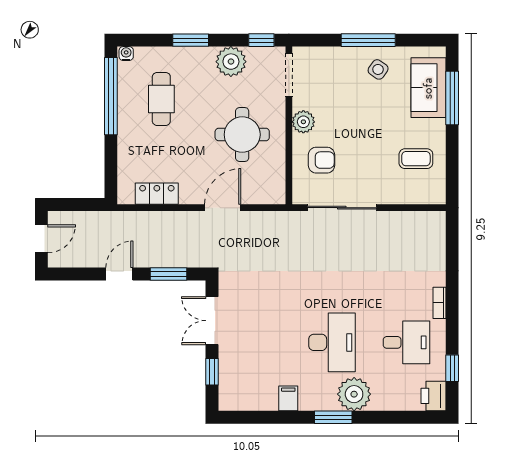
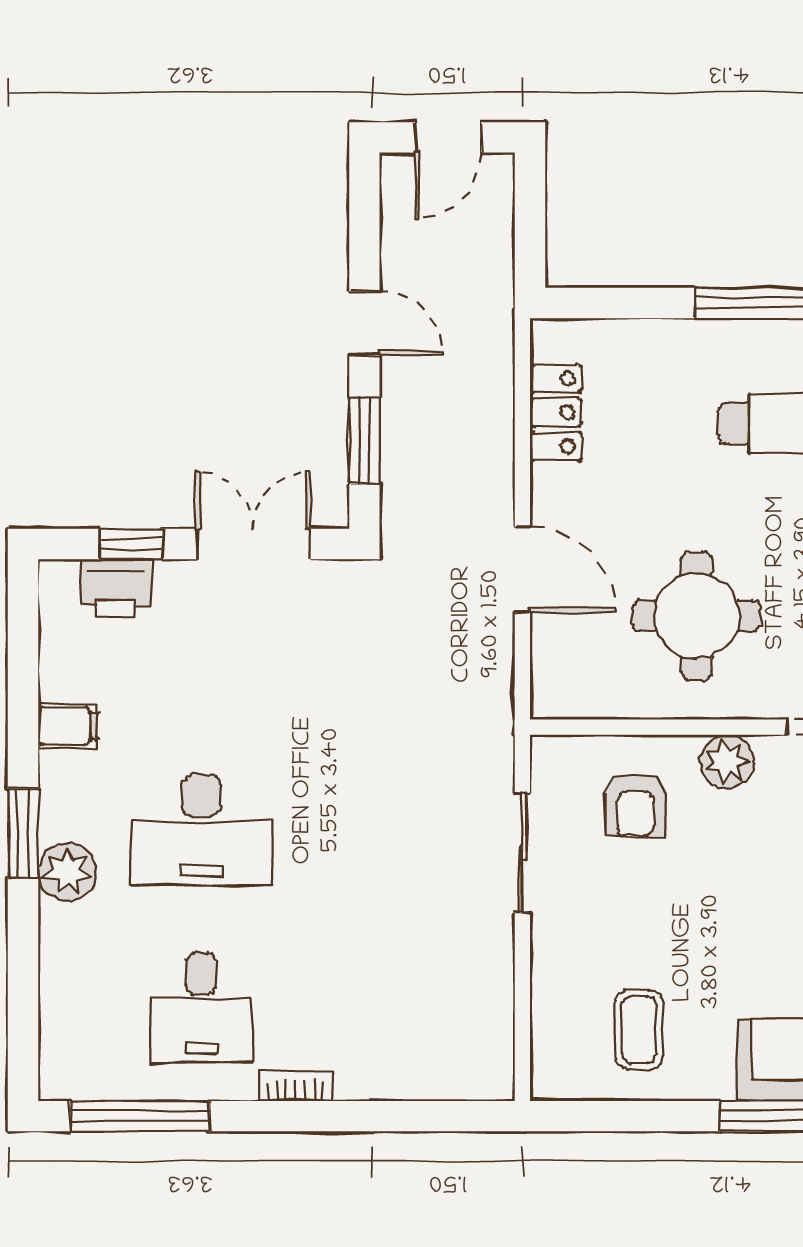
sliding door: (342, 208) -> (522, 853), width x0.73
door: (41, 239) -> (448, 137), hinge flipped
window: (452, 368) -> (140, 1116), width x2.17
plant: (354, 394) -> (67, 872), width x0.73, depth x0.73
printer: (434, 396) -> (116, 588), moved, turned 180

